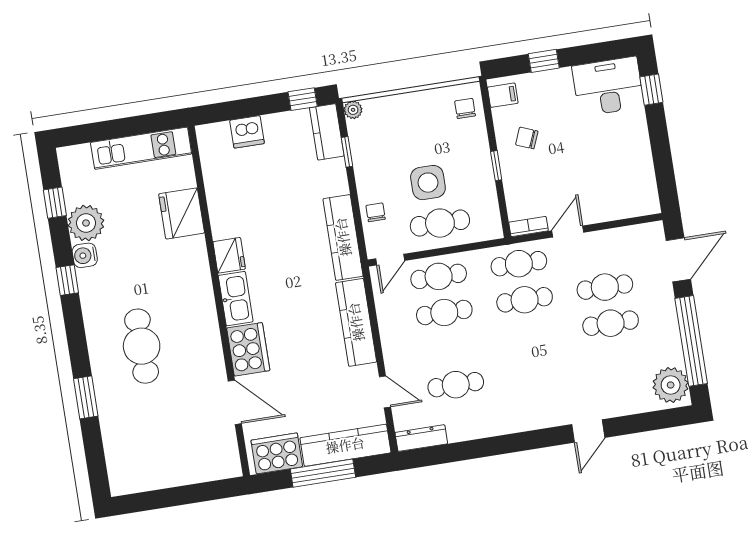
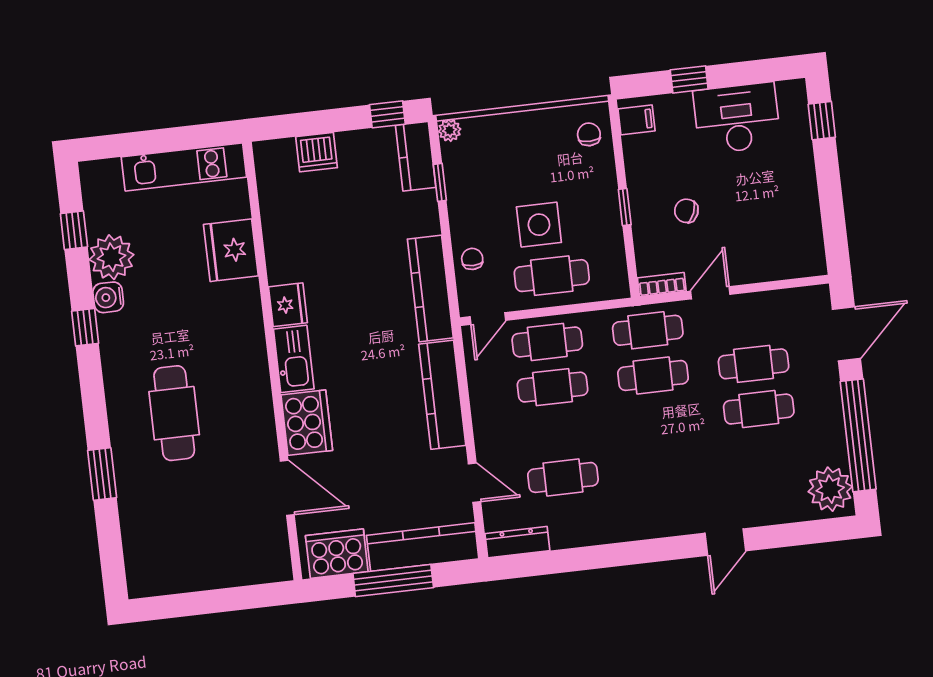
desk: (608, 87) -> (737, 118), moved
chair: (527, 138) -> (686, 211), moved

